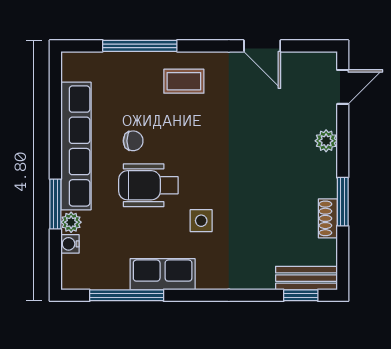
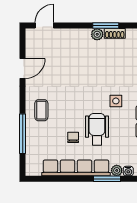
door: (343, 87) -> (44, 25), hinge flipped
plant: (326, 141) -> (97, 34), moved
wheelchair: (148, 185) -> (97, 129), turned 180

